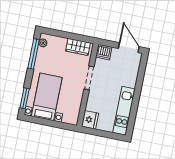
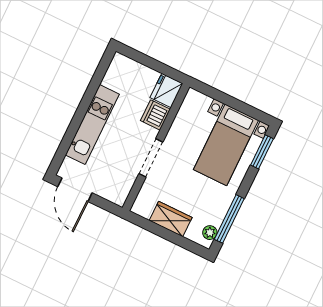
wardrobe: (78, 47) -> (171, 219), moved
dishwasher: (104, 52) -> (155, 115), moved, turned -90
kitchen unit: (124, 111) -> (92, 125), moved

